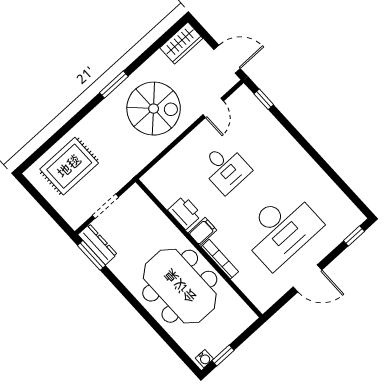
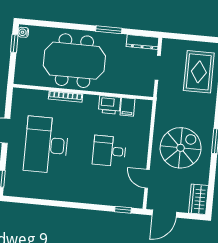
spiral stairs: (154, 109) -> (181, 148), turned 180
filing cabinet: (202, 231) -> (128, 107), moved
window: (92, 255) -> (109, 30), moved

